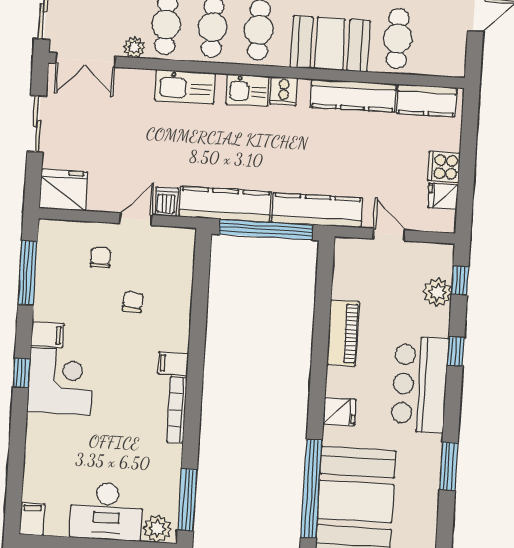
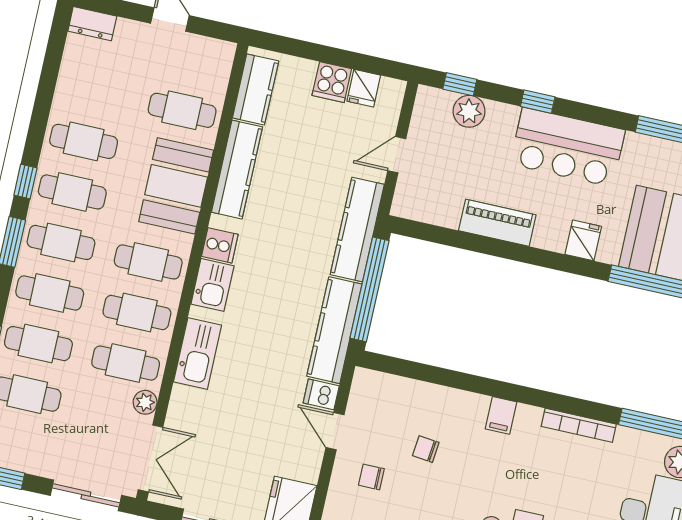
bookcase: (177, 410) -> (579, 425), moved

